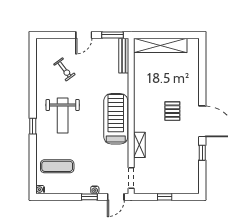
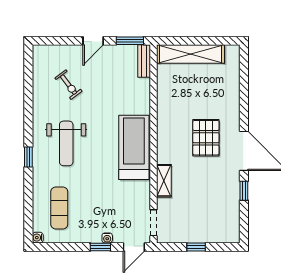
bench: (124, 56) -> (144, 61), width x0.73
pallet: (172, 111) -> (206, 138), width x1.50, depth x1.42
exercise mat: (57, 166) -> (59, 208), turned 90

